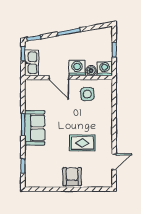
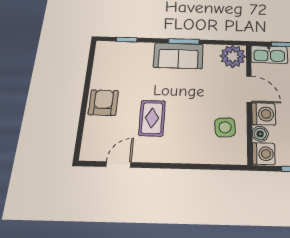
door: (59, 78) -> (249, 89), swing flipped
plant: (34, 89) -> (233, 56), added
door: (114, 162) -> (118, 164), swing flipped
armchair: (72, 177) -> (103, 102), turned -90

